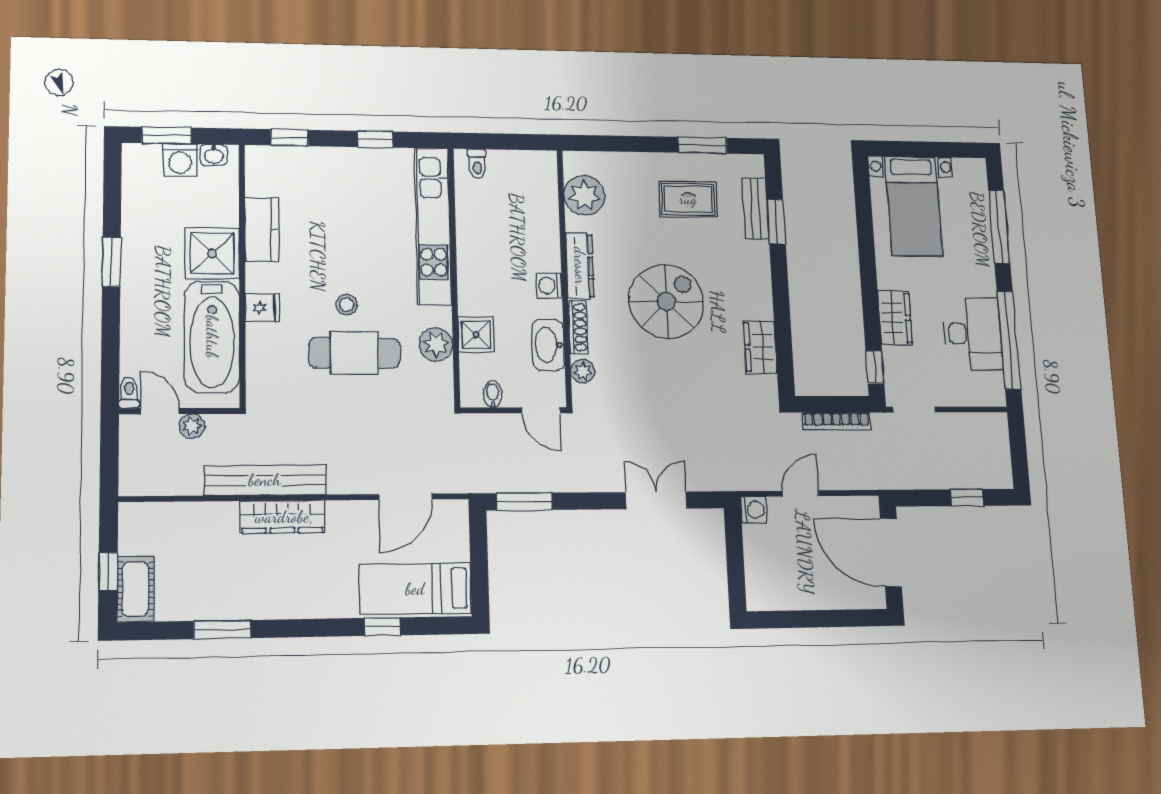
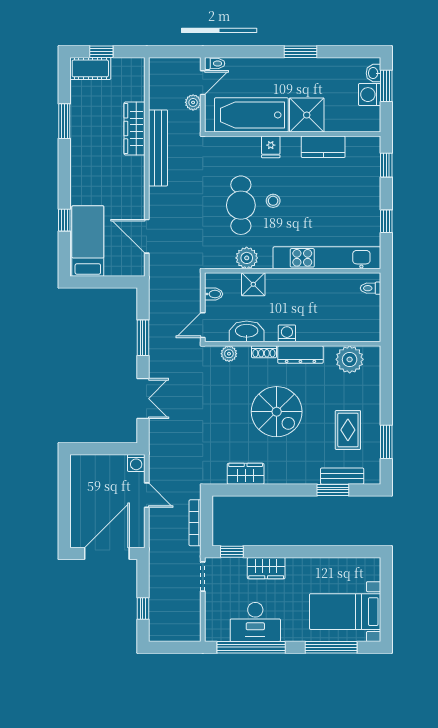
washbasin: (214, 155) -> (374, 73), moved
bed with nightstands: (914, 206) -> (345, 612), moved
shoe rack: (578, 327) -> (264, 352), width x0.70
window: (524, 502) -> (143, 338), moved
wardrobe: (282, 517) -> (135, 128), moved

